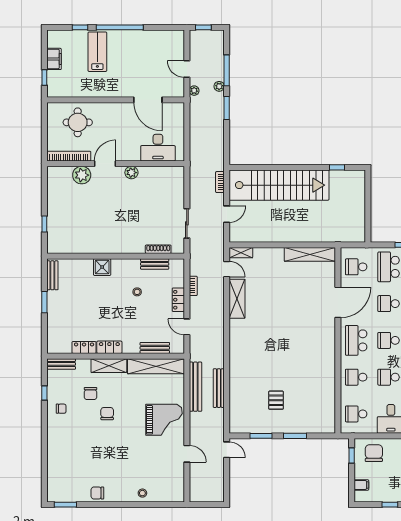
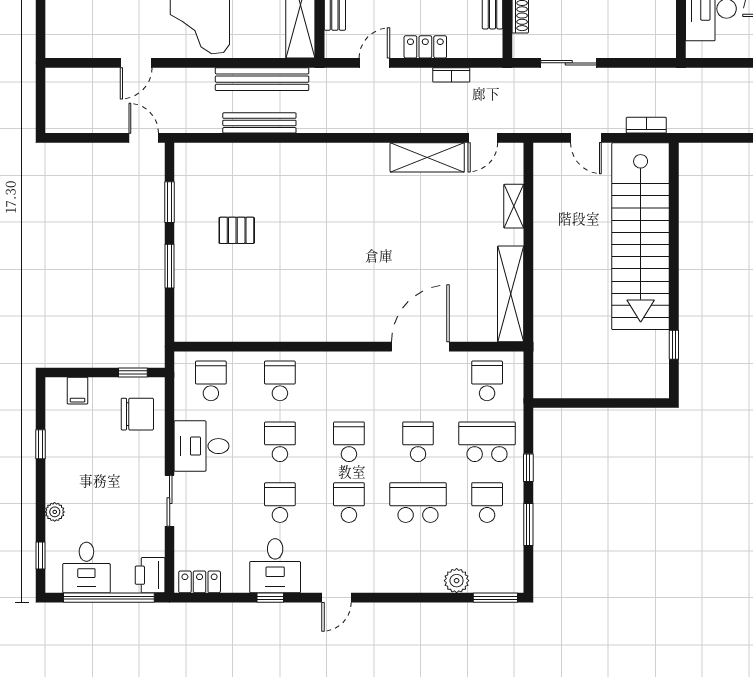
shelving: (241, 253) -> (514, 206), moved
door: (338, 302) -> (420, 347), swing flipped
school desk: (356, 340) -> (349, 381), removed
door: (227, 450) -> (144, 138), swing flipped

